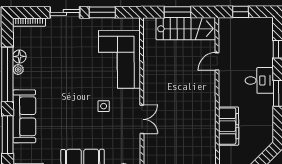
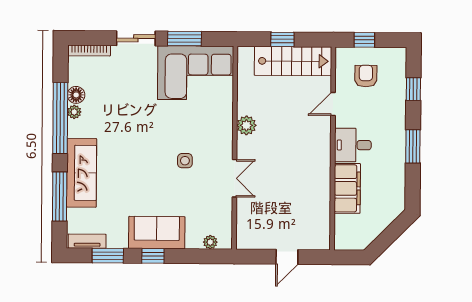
window: (178, 12) -> (282, 39), width x0.67
armchair: (242, 40) -> (366, 76), added
corner sofa: (120, 59) -> (196, 73), moved, turned -90
plant: (151, 78) -> (246, 125), added
desk: (259, 80) -> (353, 145), moved, turned 180

